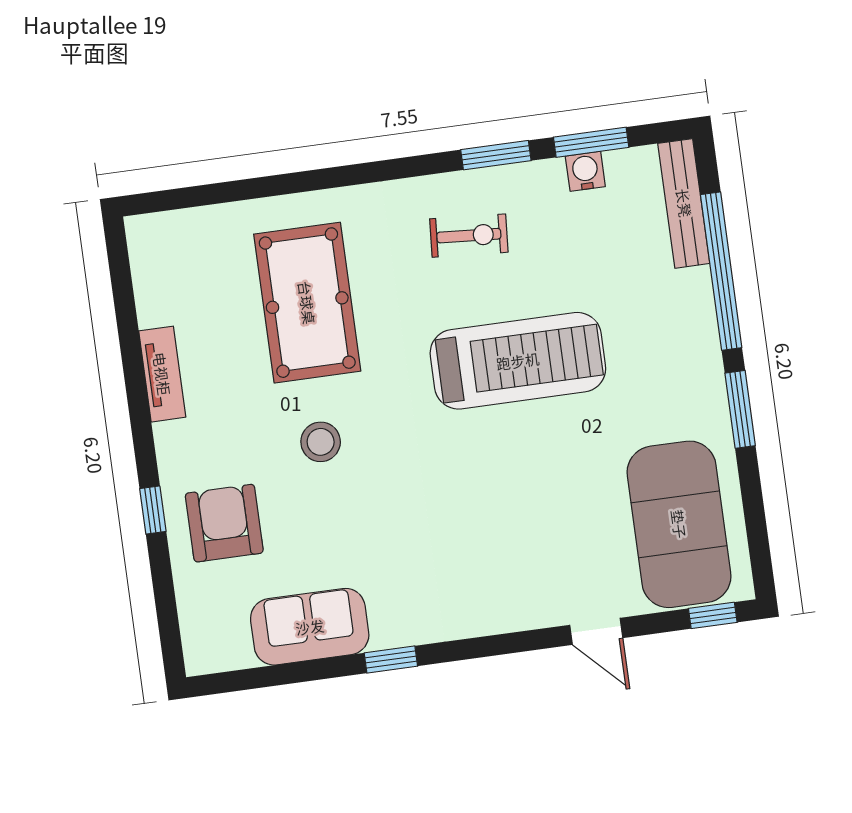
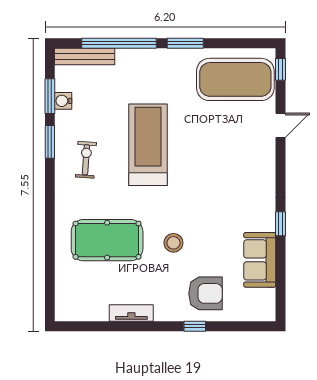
armchair: (224, 523) -> (205, 293), turned 180

